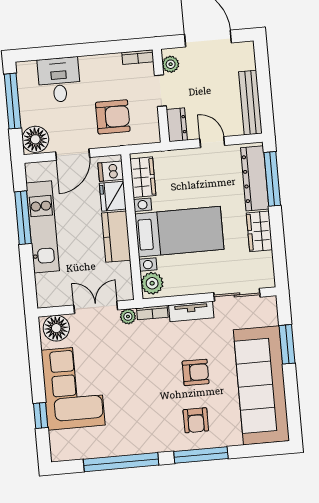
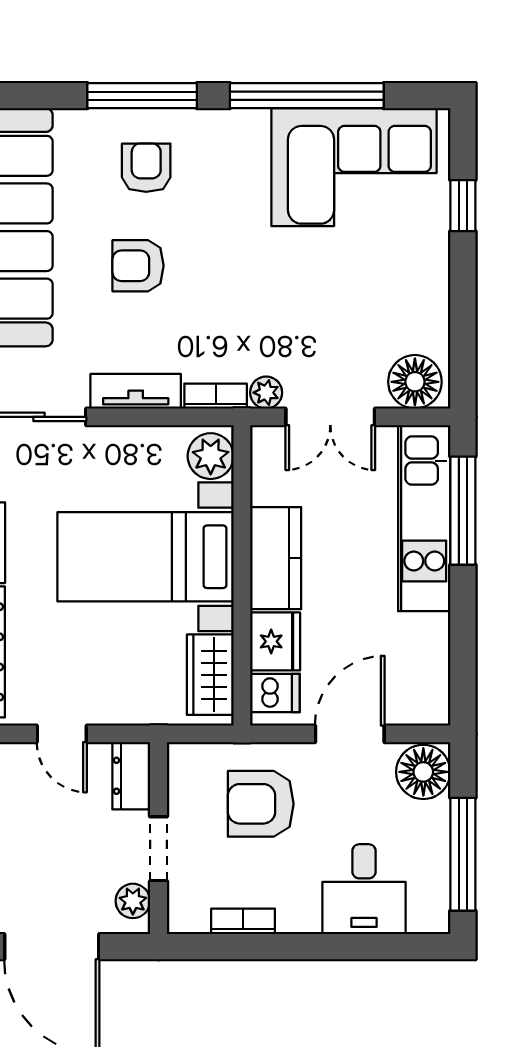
bookcase: (138, 57) -> (243, 921), moved
window: (23, 218) -> (463, 511), moved
kitchen unit: (43, 227) -> (424, 518), moved
corner sofa: (73, 388) -> (354, 167), moved, turned -90

